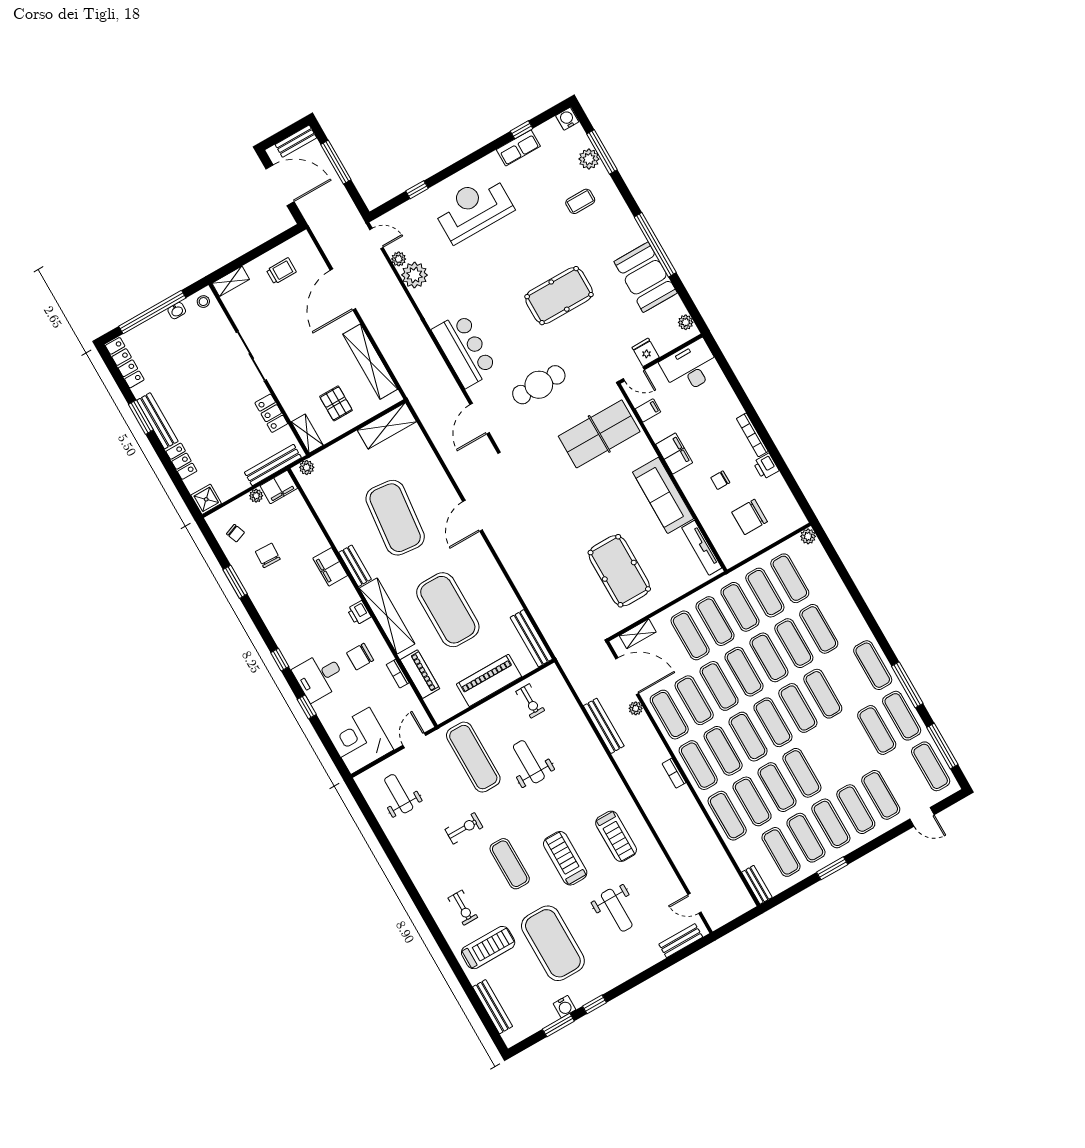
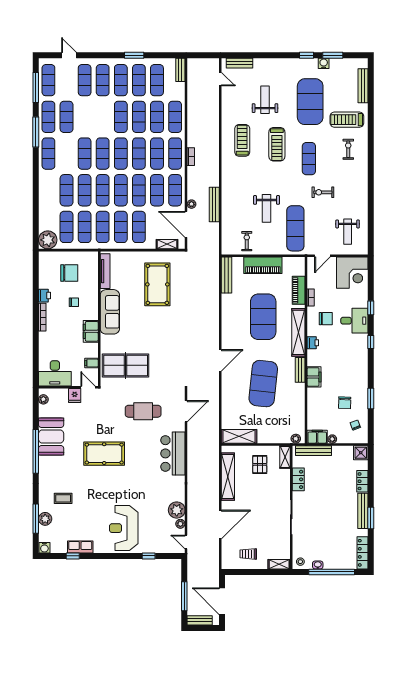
reception desk: (473, 208) -> (124, 528), turned 90
plant: (808, 536) -> (48, 240), width x1.87, depth x1.87

